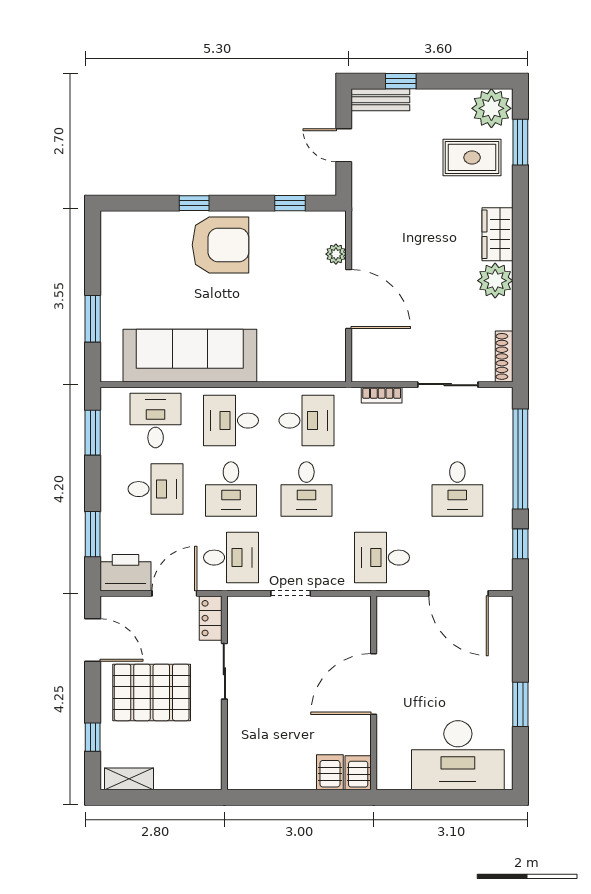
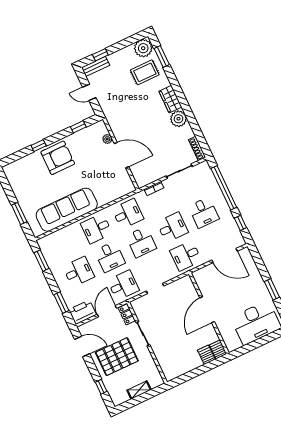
desk: (156, 421) -> (172, 227), moved, turned 90
shelving: (129, 779) -> (139, 390), moved

